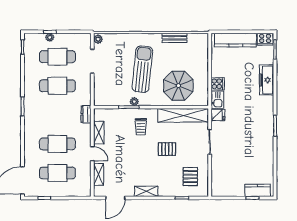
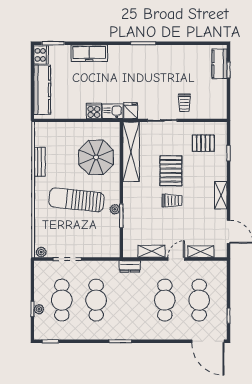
trolley: (141, 127) -> (172, 201), moved
pallet: (167, 149) -> (171, 171), width x1.50, depth x1.42
trolley: (225, 160) -> (184, 103), added

